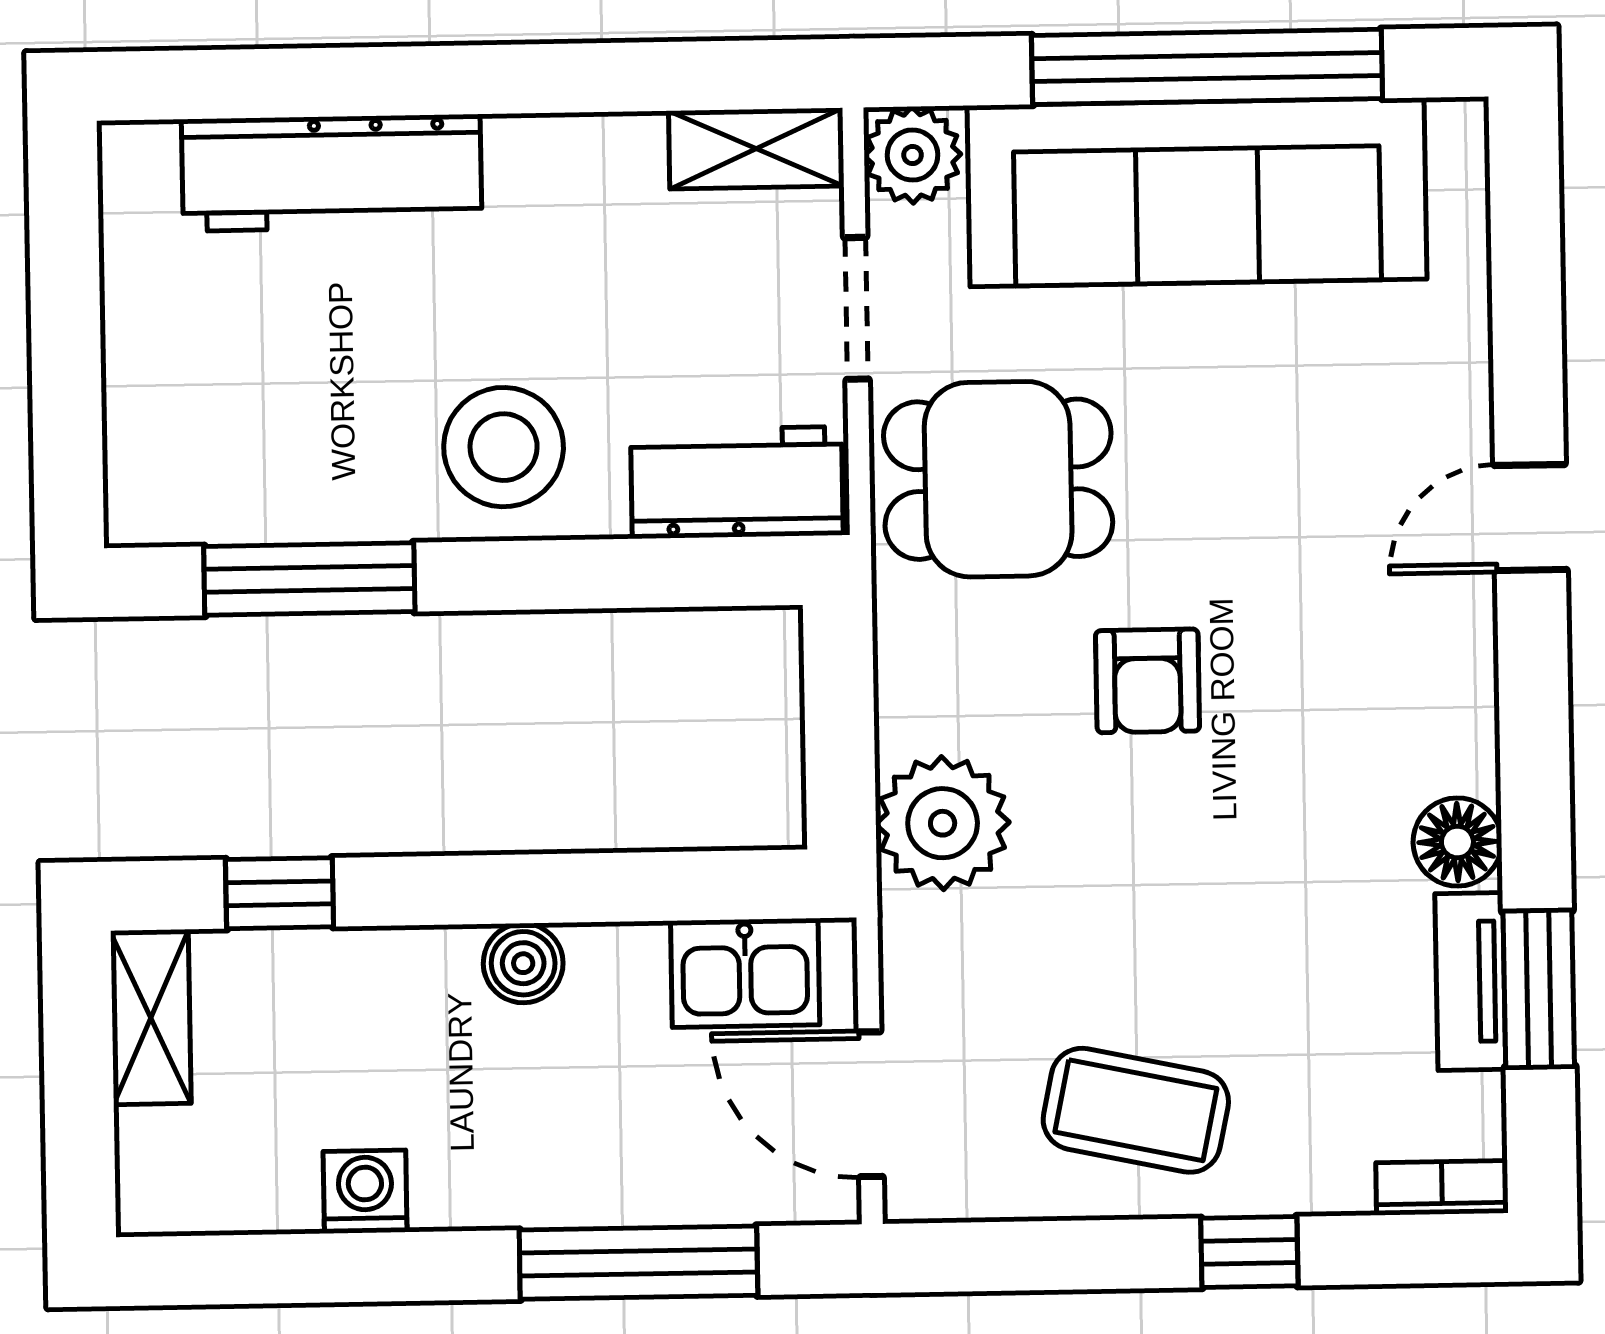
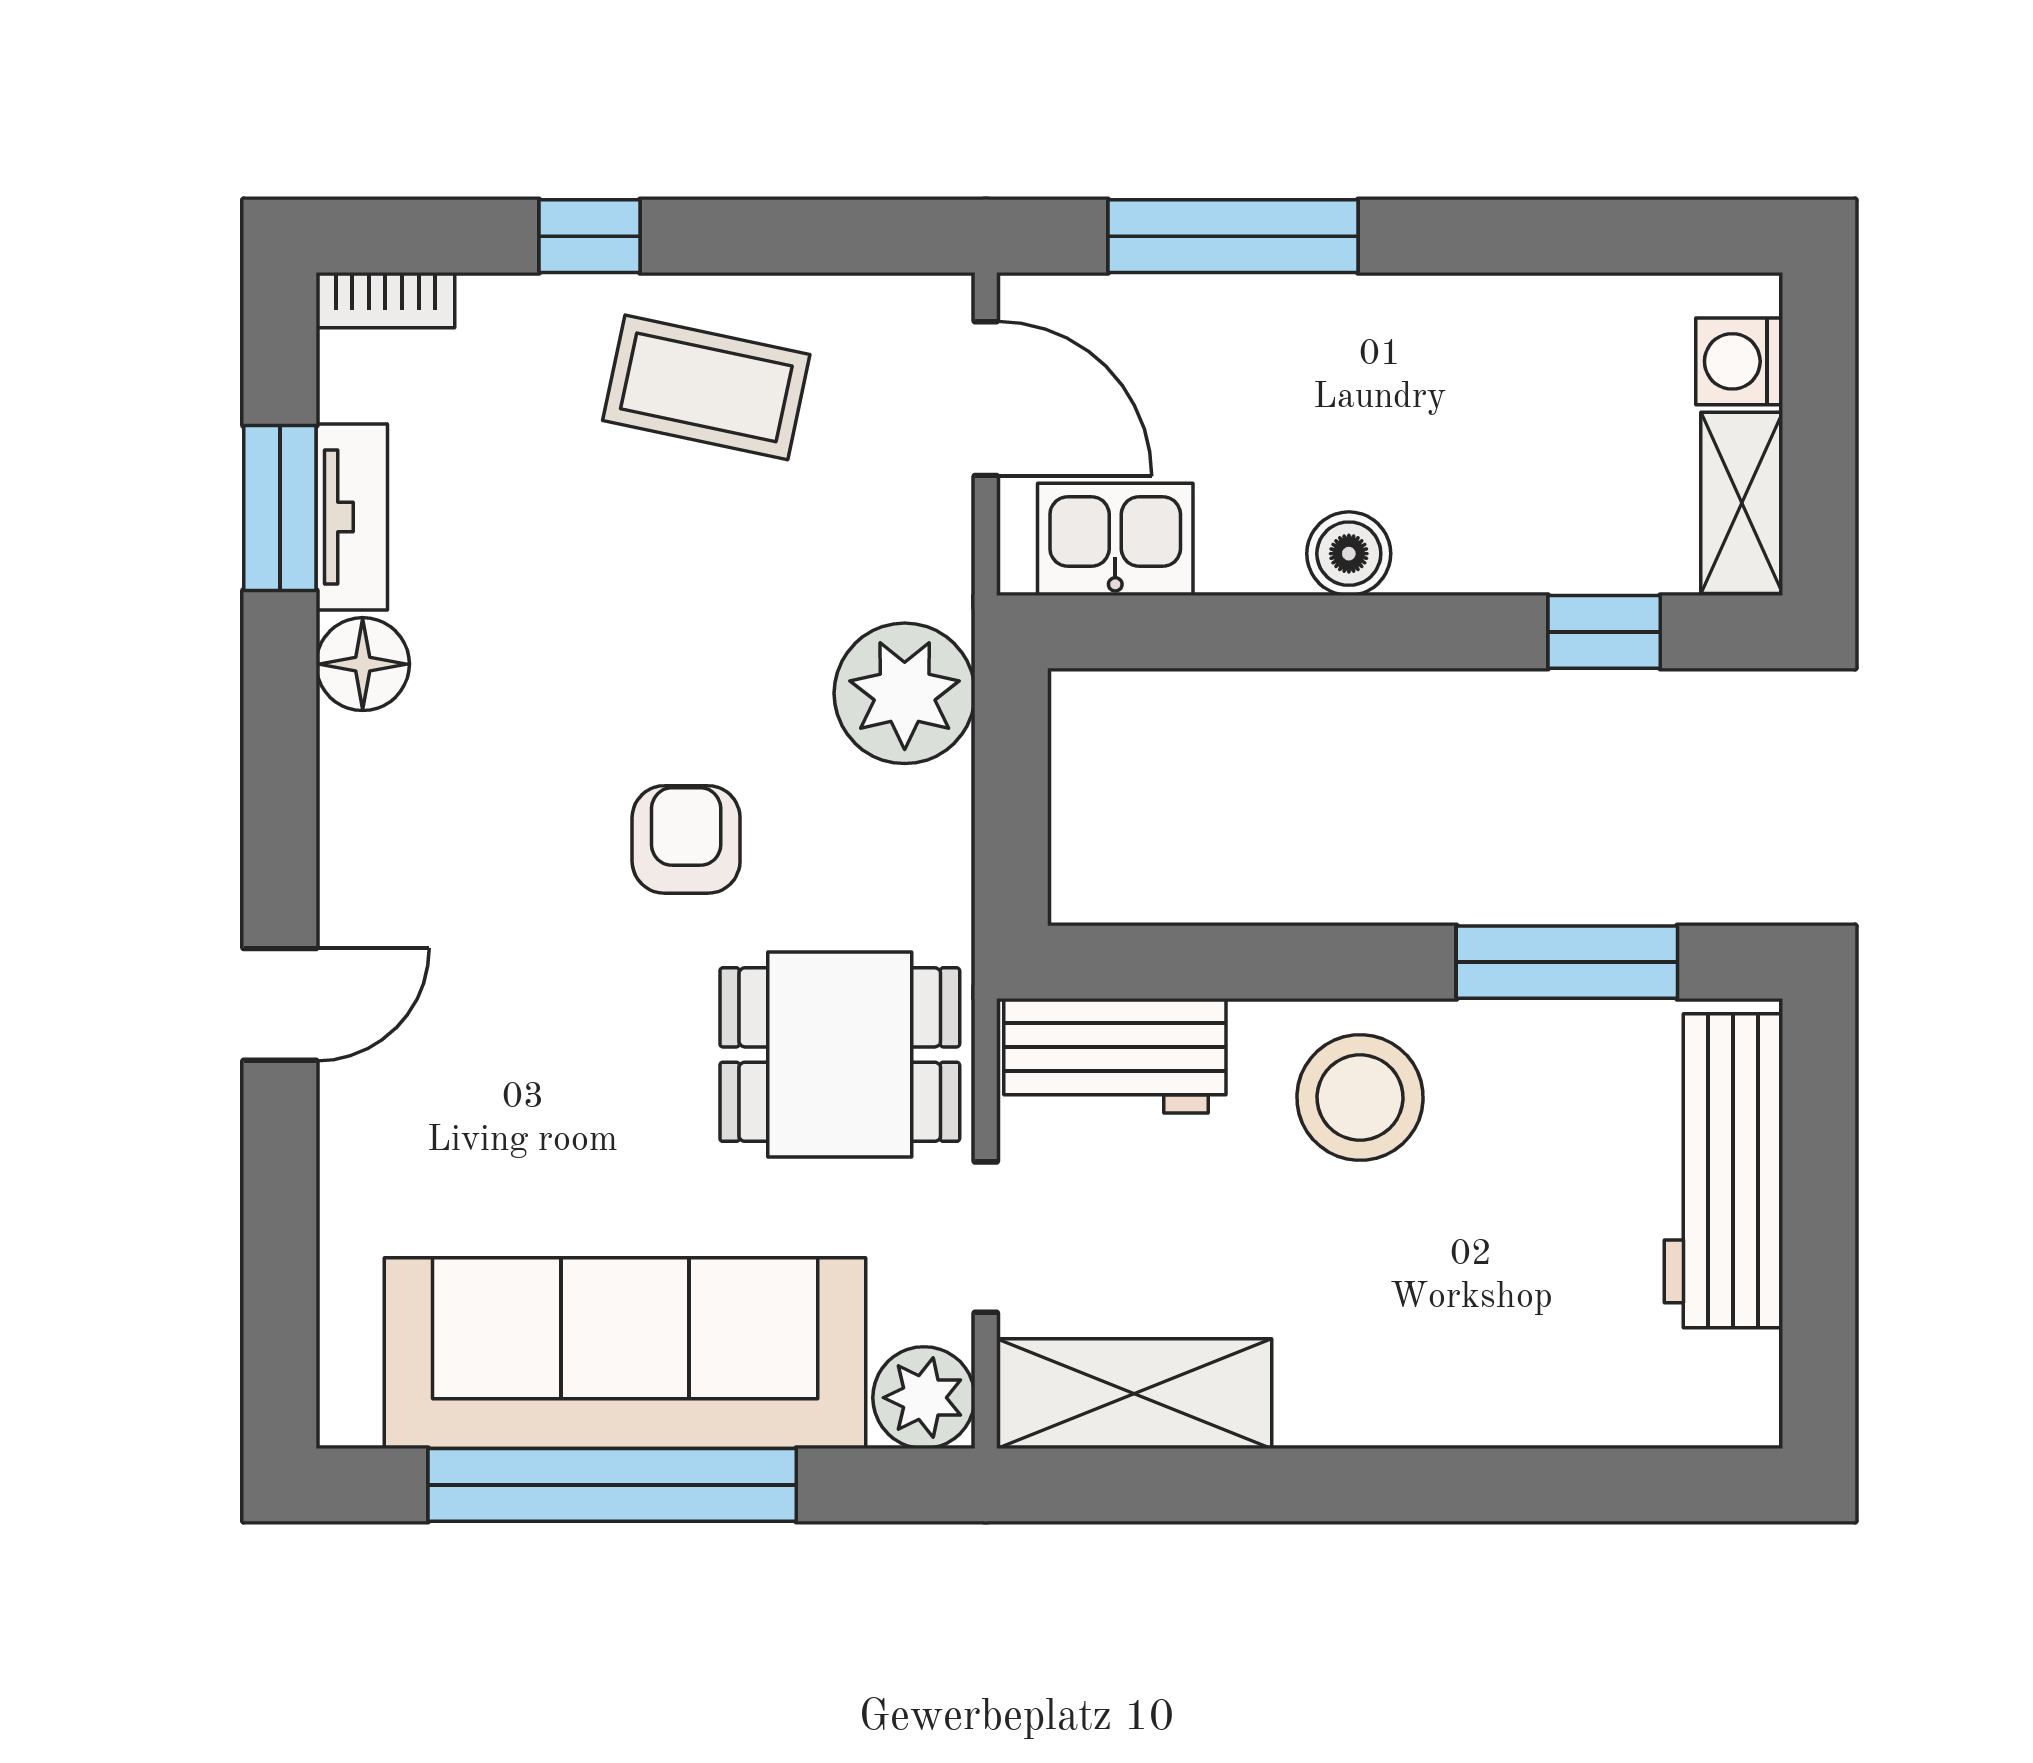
shelving: (756, 148) -> (1134, 1394), width x1.50, depth x1.33
workbench: (332, 173) -> (1724, 1171), moved, turned -90
washing machine: (365, 1192) -> (1739, 361), moved, turned 90

